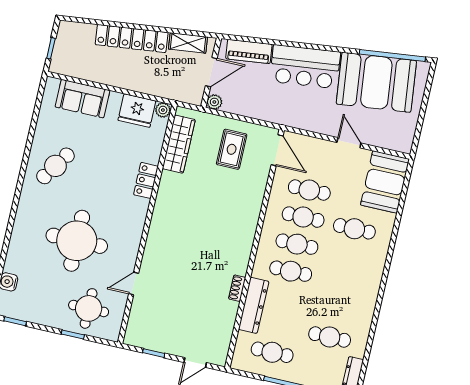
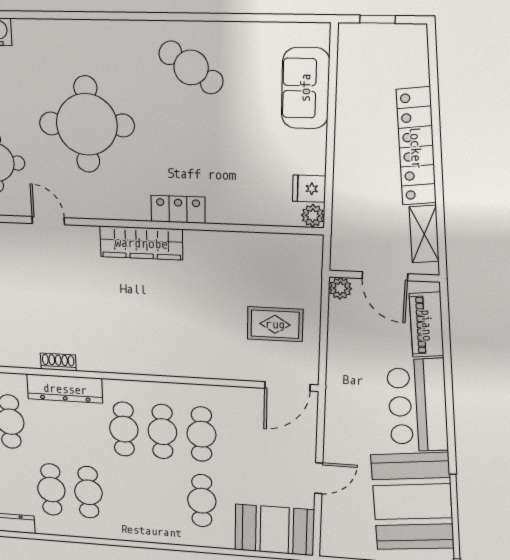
fridge: (137, 111) -> (309, 189), width x0.53, depth x0.75
wardrobe: (179, 144) -> (141, 243), moved
locker: (146, 180) -> (178, 209), moved
cafe table: (309, 190) -> (88, 492), moved
shoe rack: (237, 288) -> (58, 362), moved

